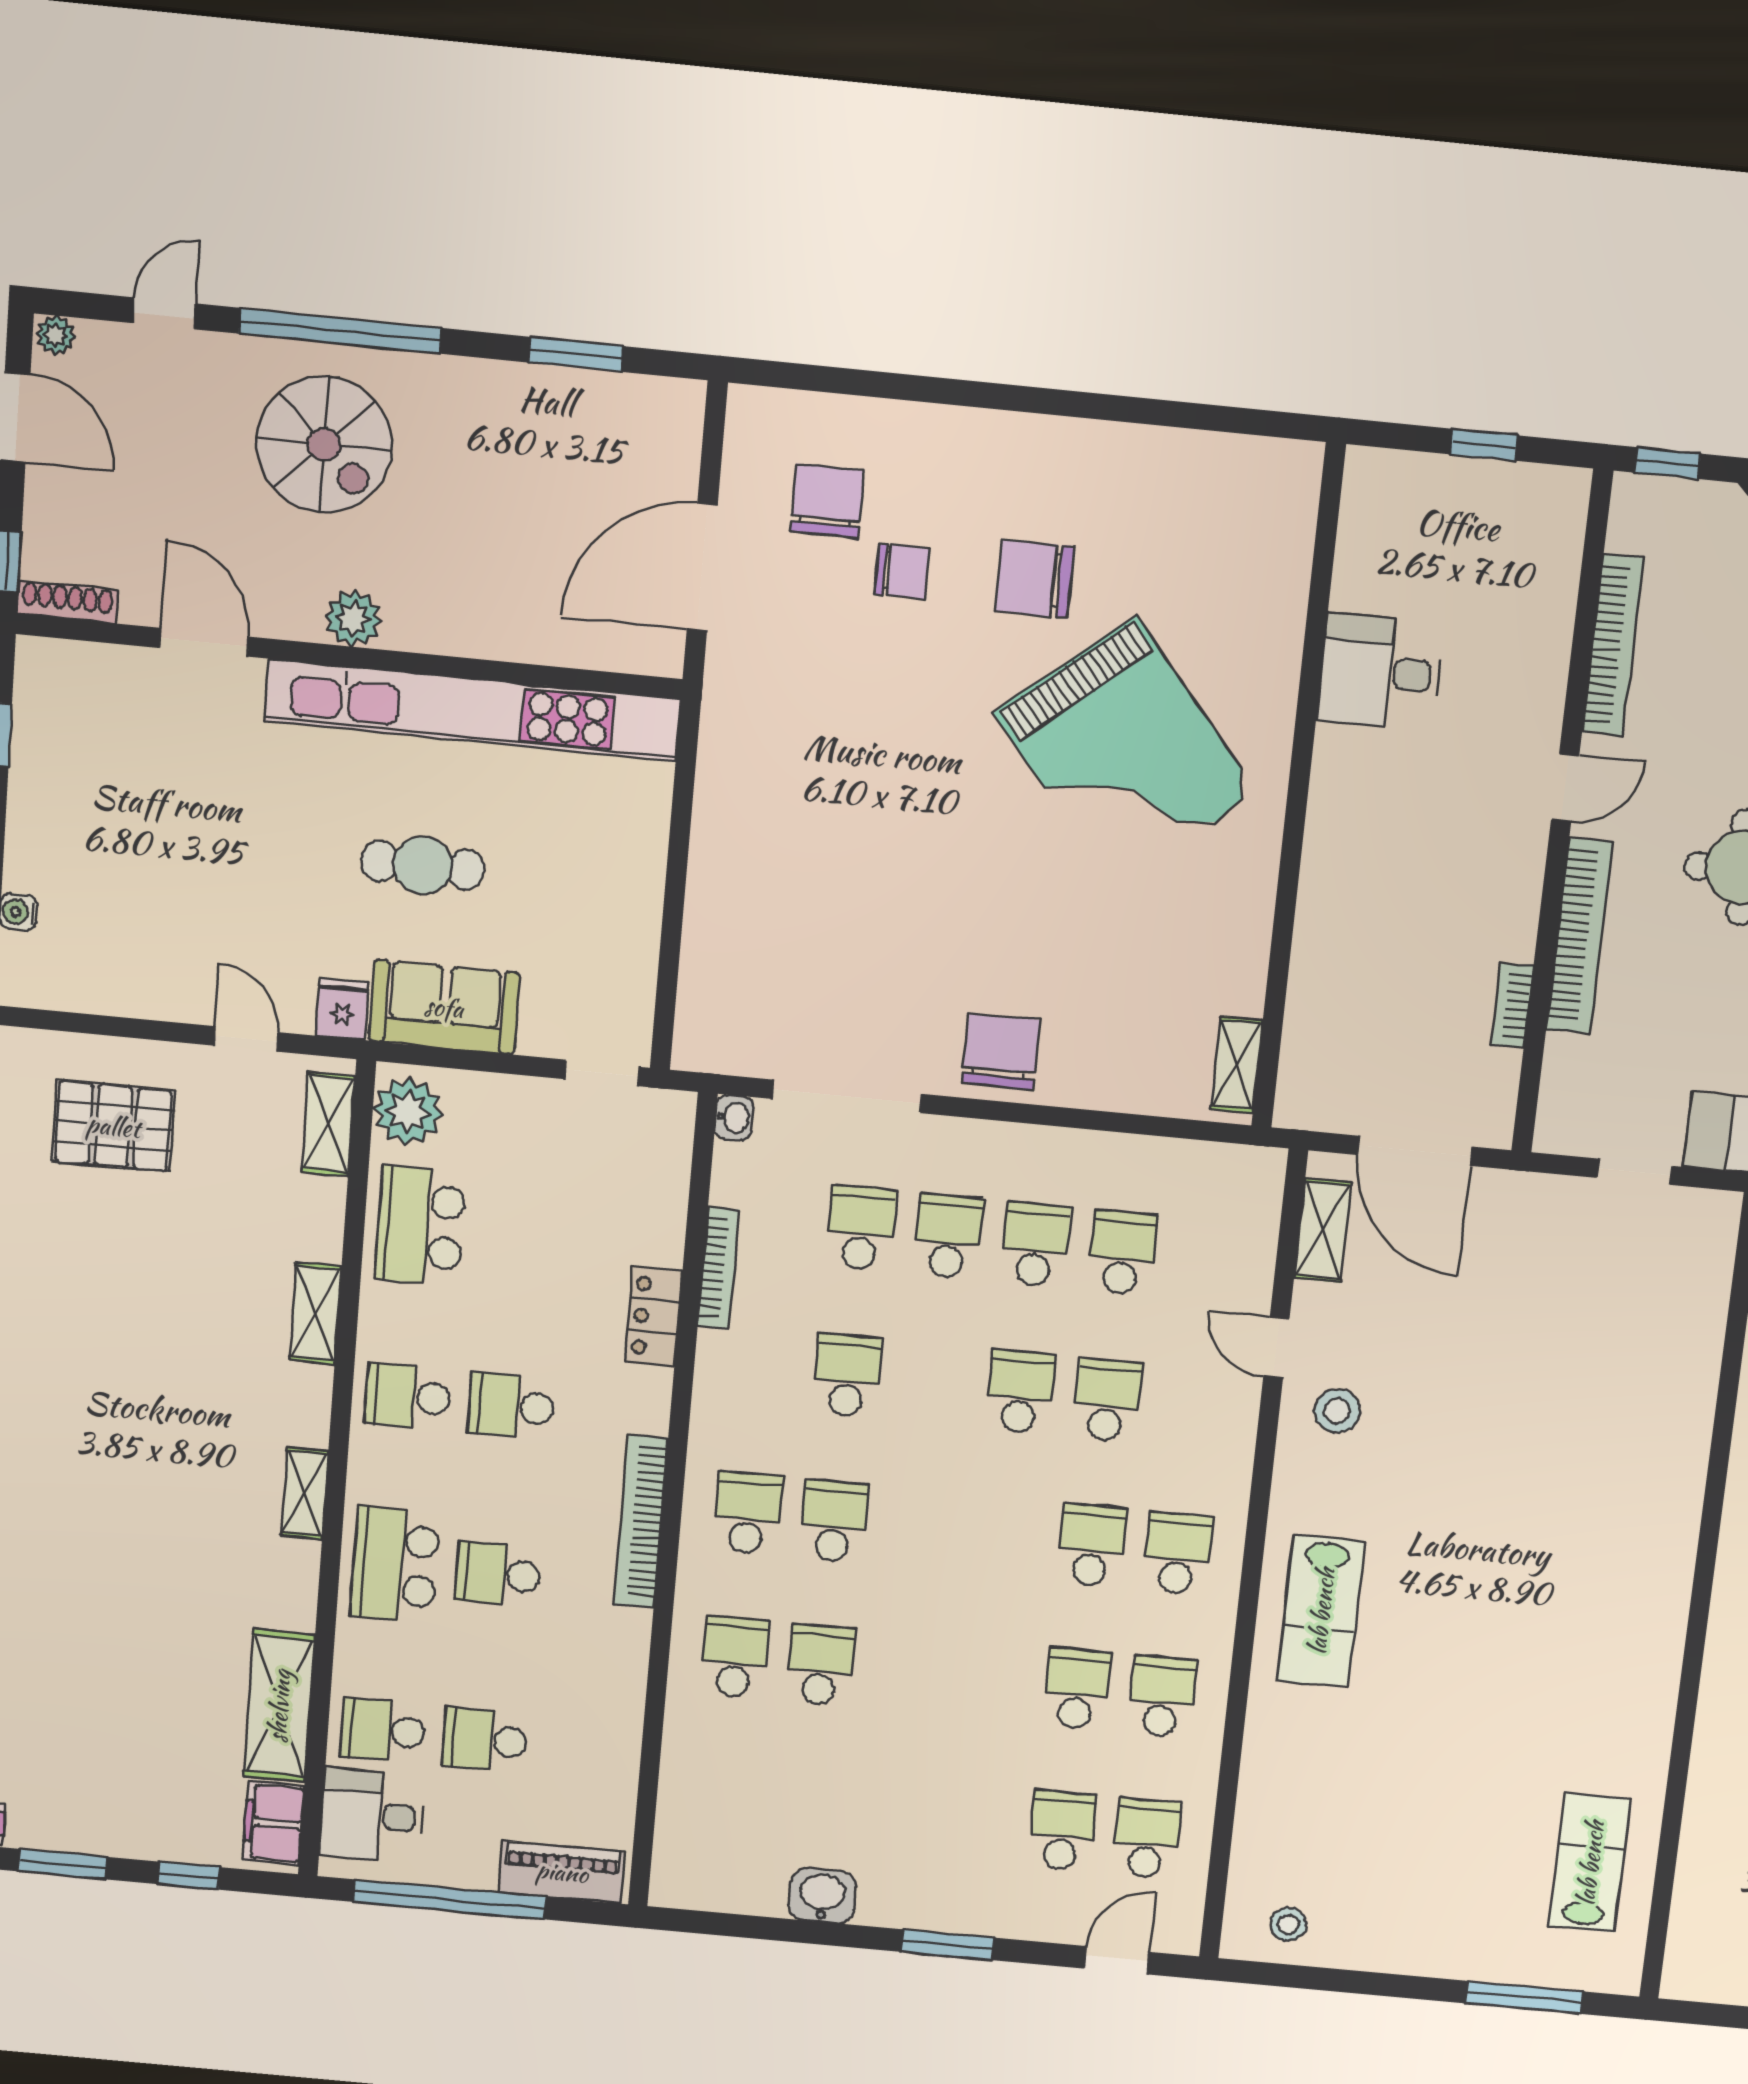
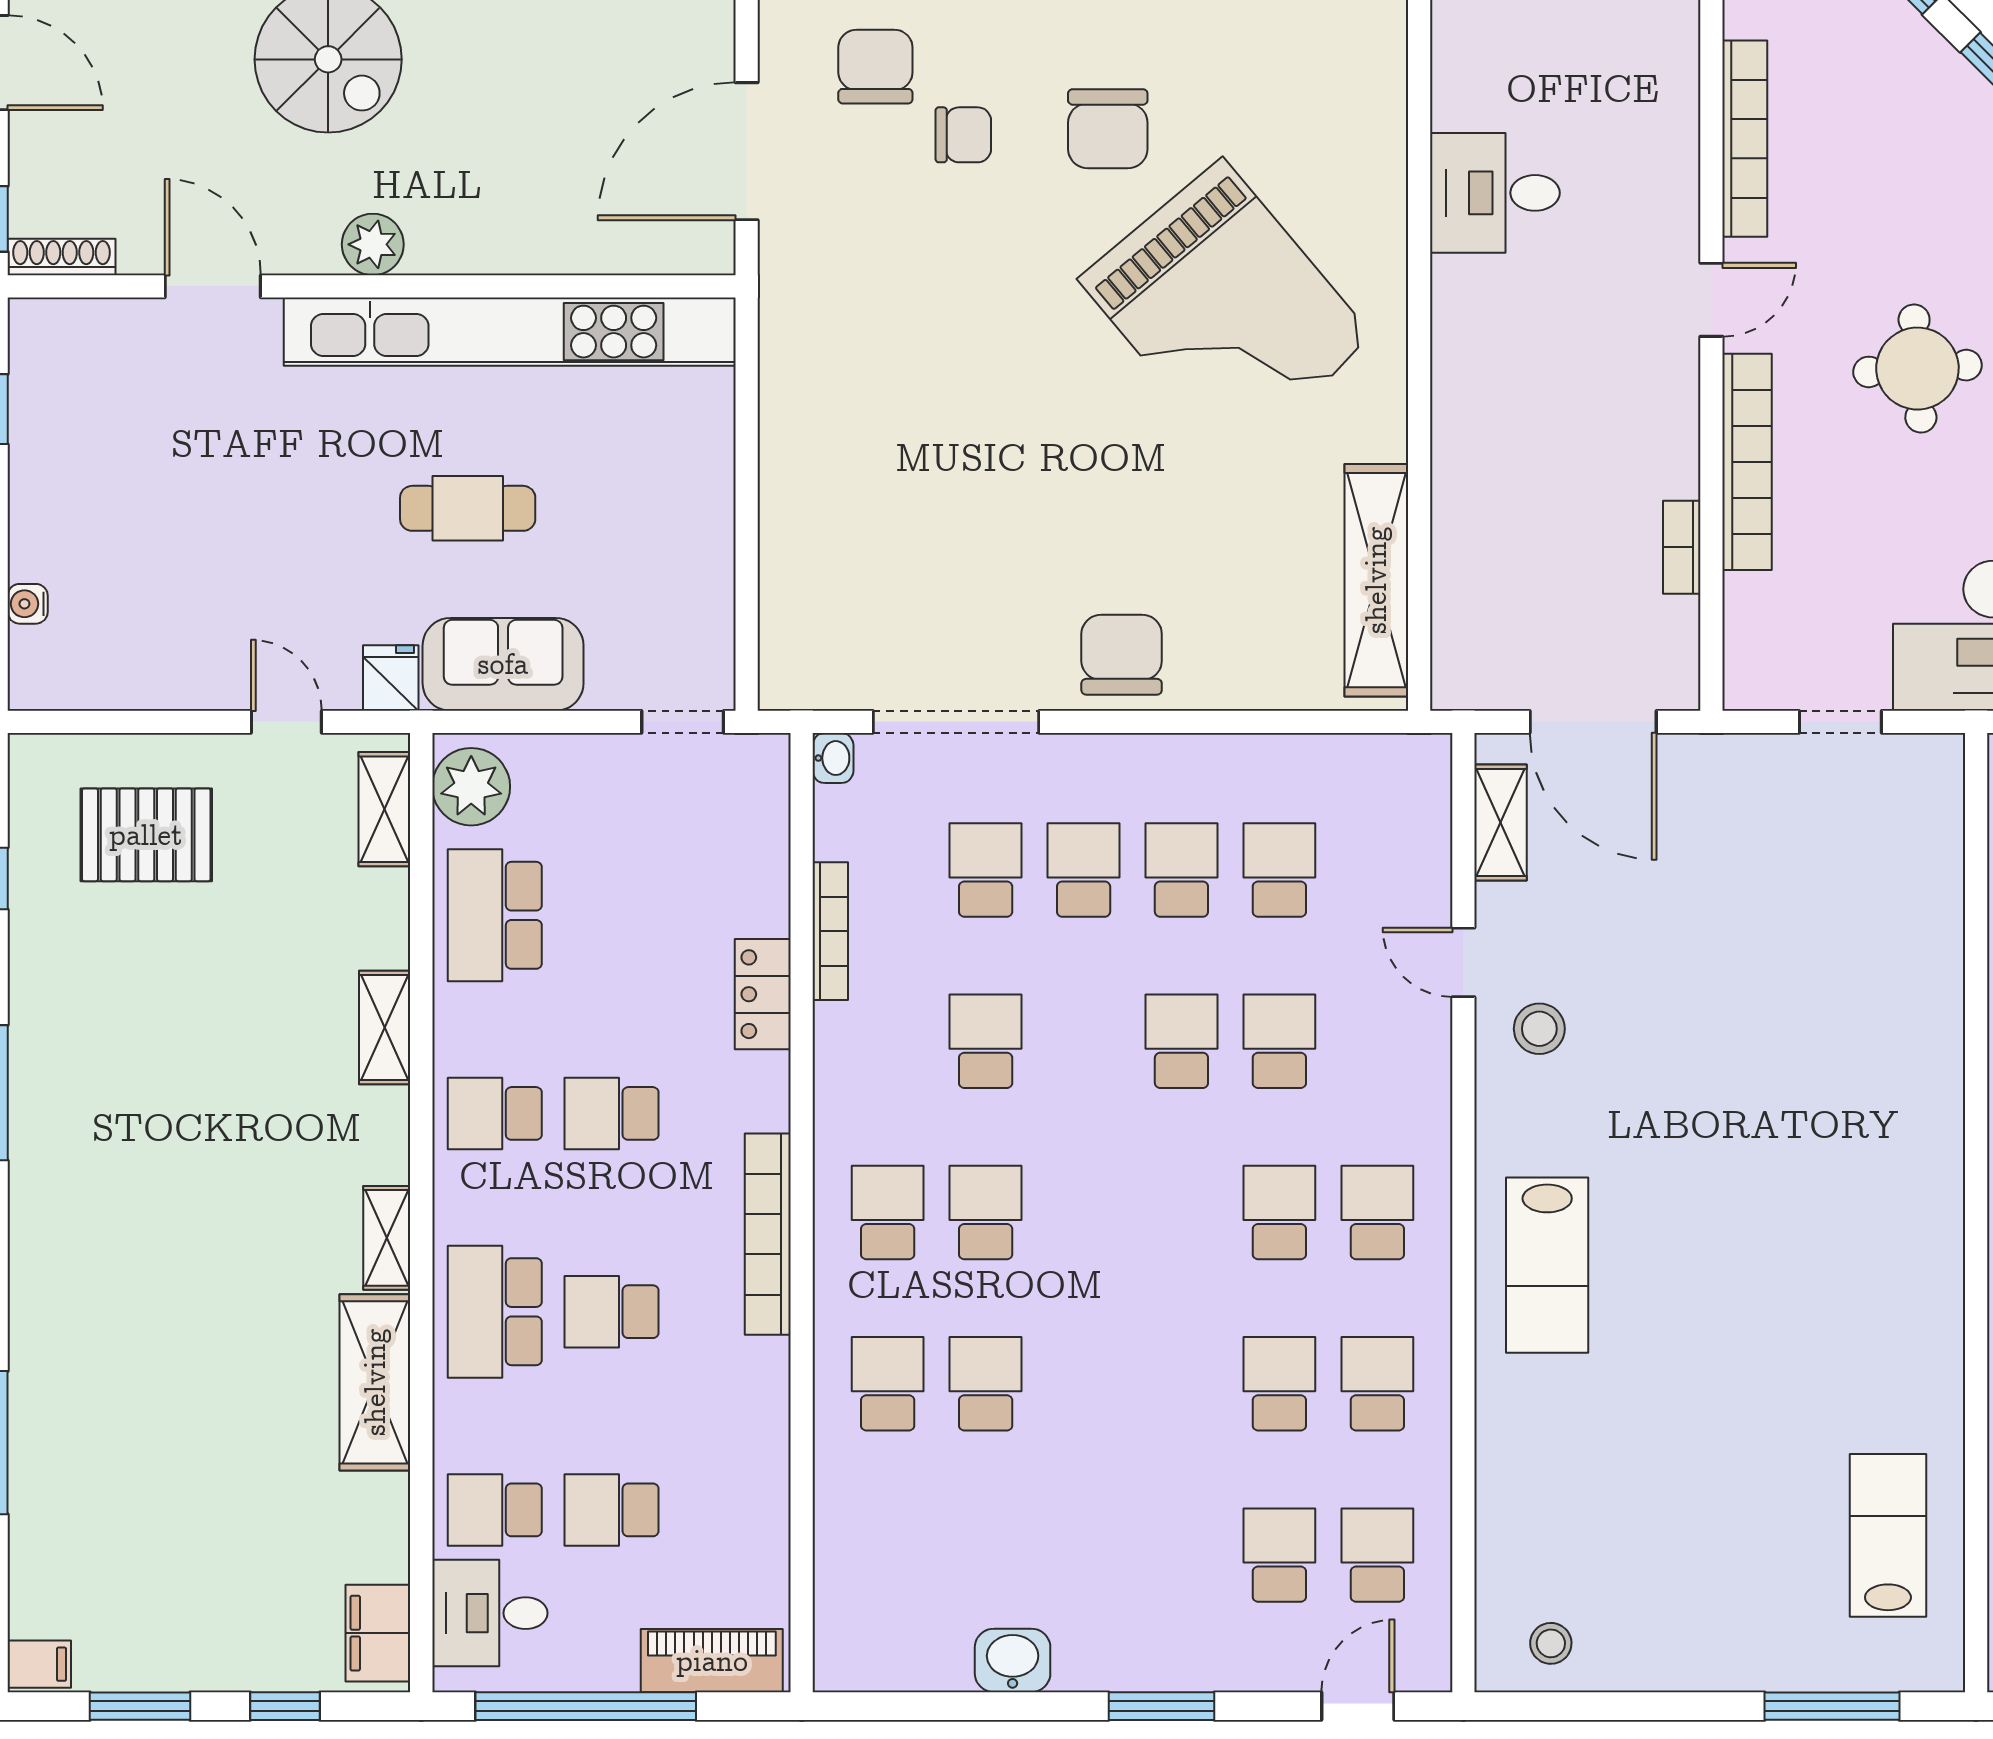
chair: (1034, 579) -> (1108, 129), turned -90
shelving: (1237, 1065) -> (1376, 580), width x2.20, depth x1.33
shelving: (279, 1706) -> (375, 1382), moved

